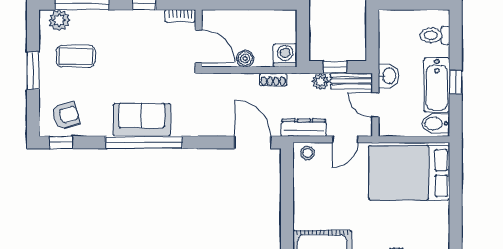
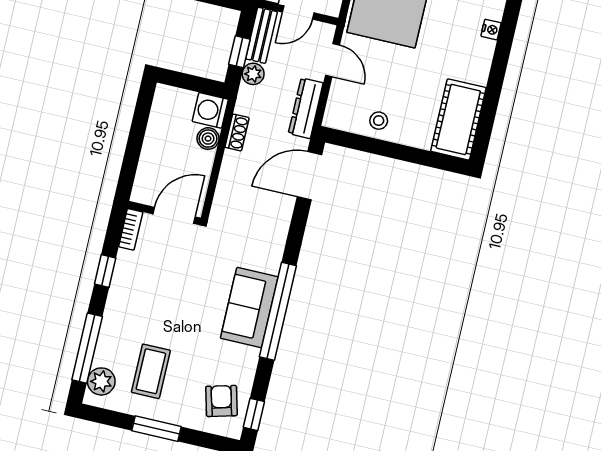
boiler: (245, 59) -> (208, 139), moved
stool: (308, 153) -> (379, 121), moved

